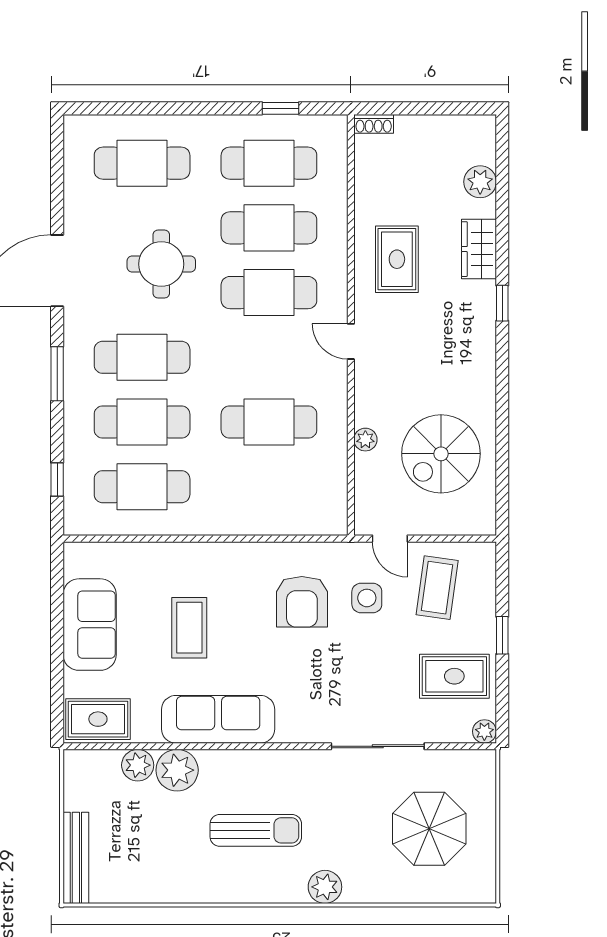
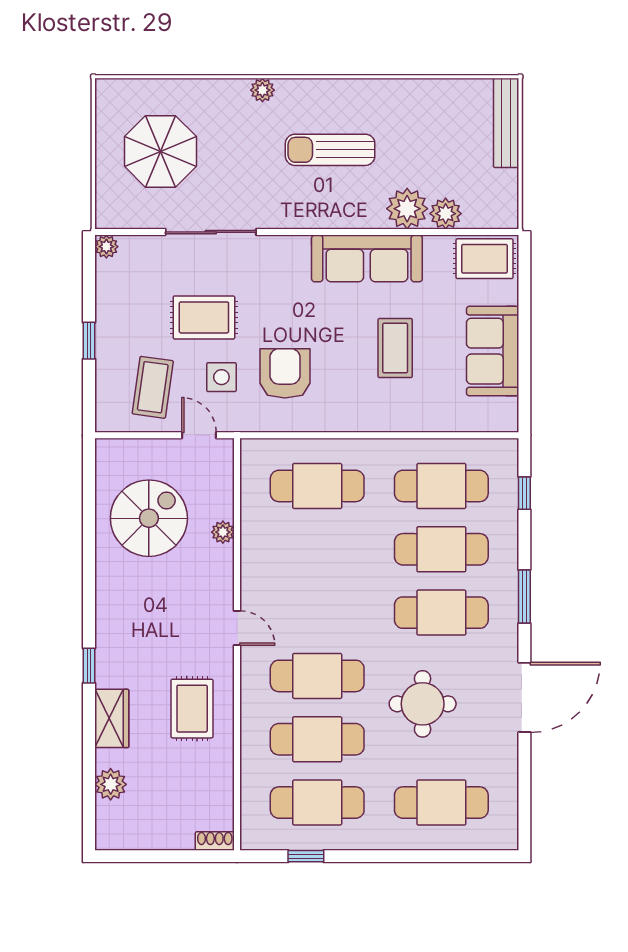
cafe table: (269, 422) -> (317, 486), moved
rug: (454, 676) -> (204, 317), moved
plant: (325, 887) -> (262, 90), width x0.73, depth x0.73

